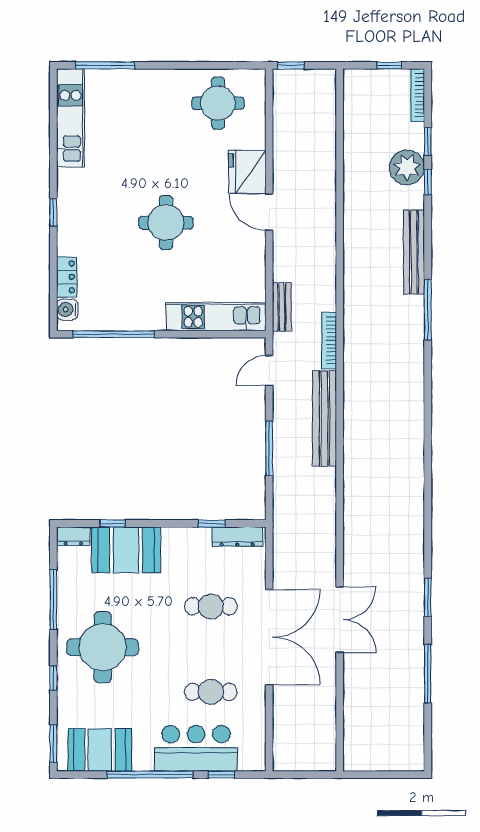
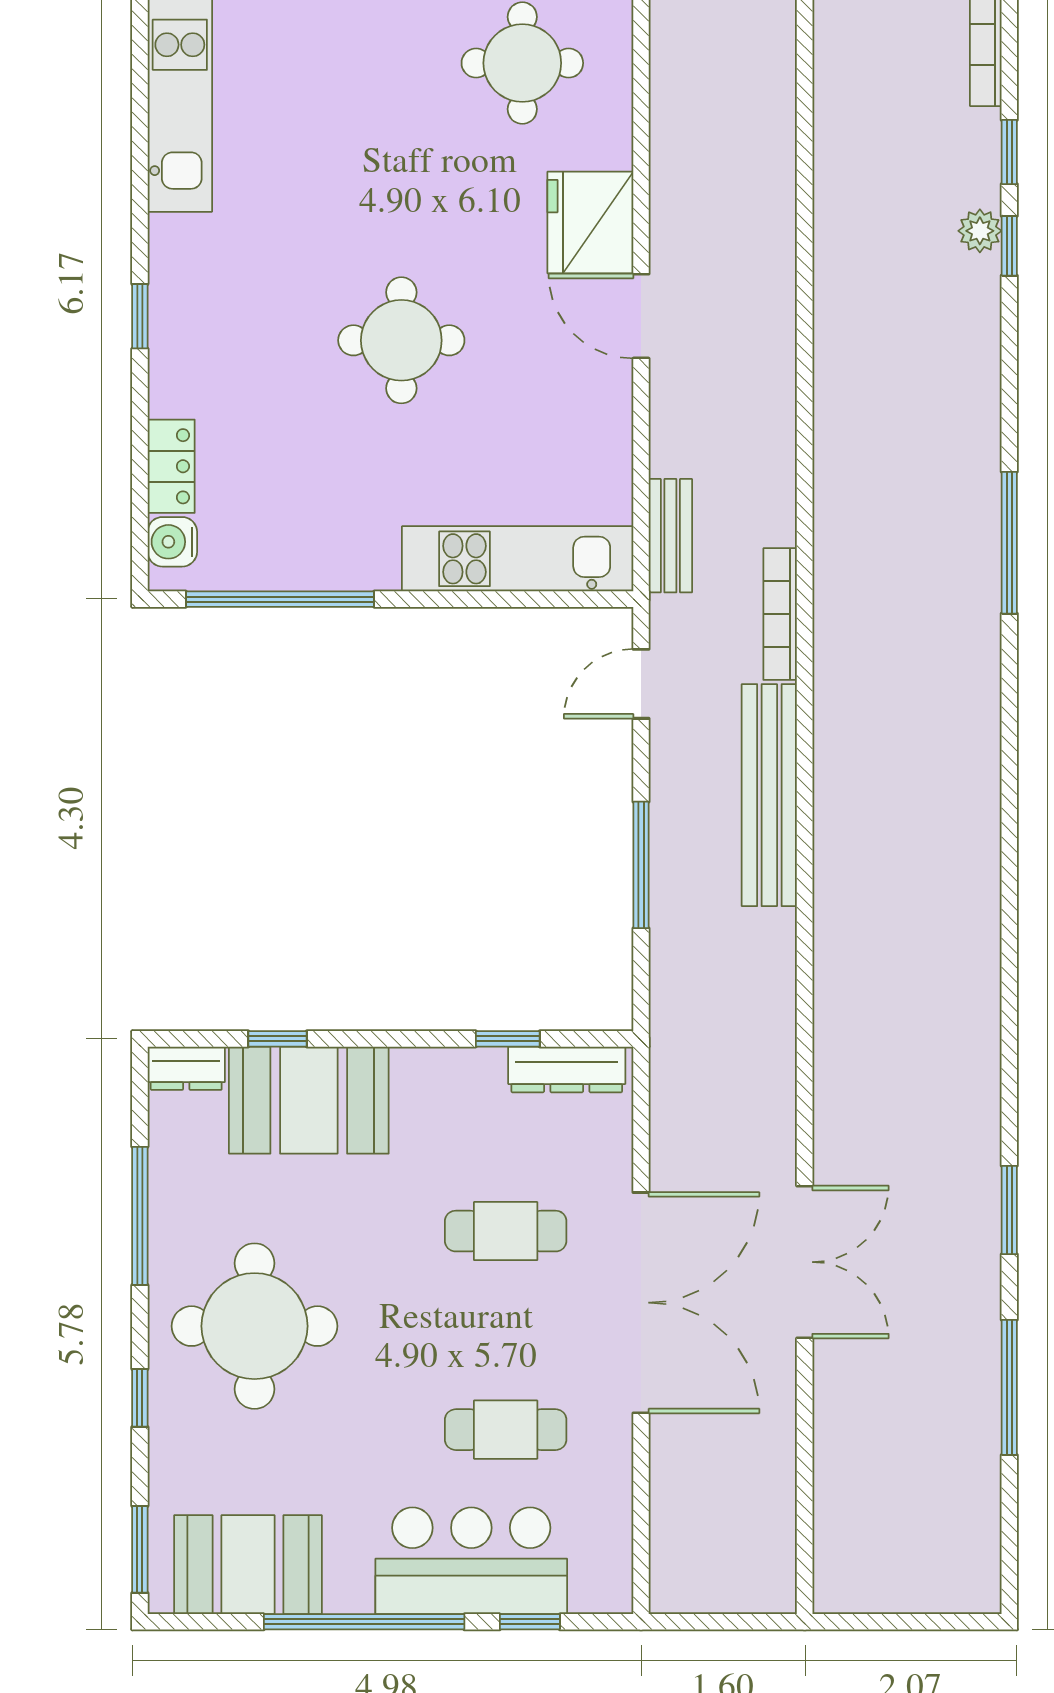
plant: (407, 167) -> (980, 231), width x0.53, depth x0.53
bench: (414, 252) -> (977, 409), removed

